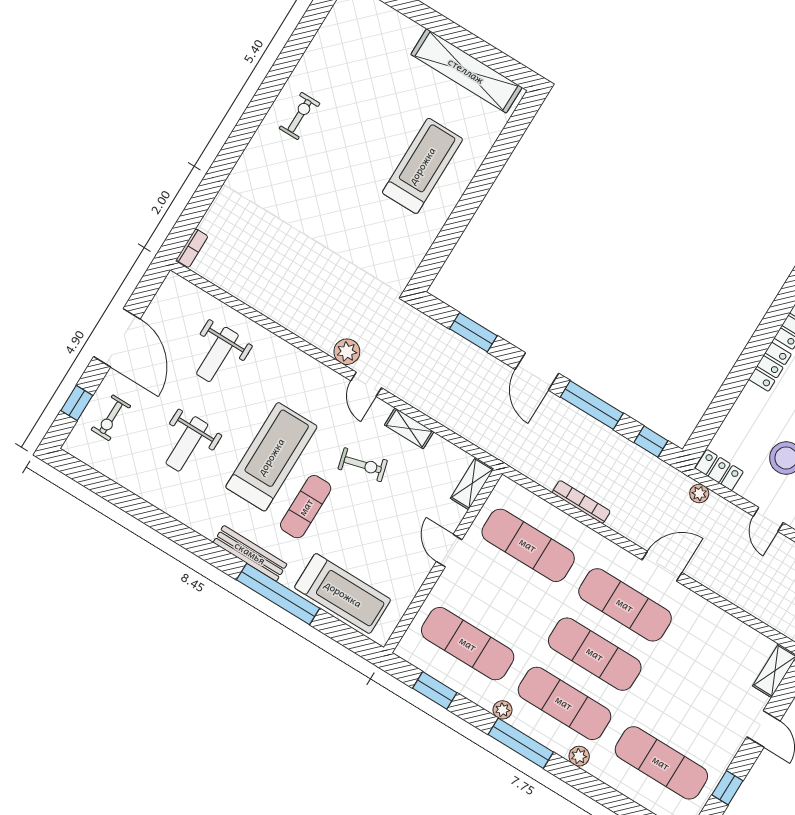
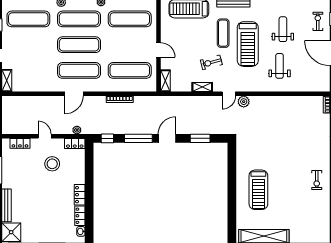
weight bench: (217, 354) -> (280, 66), moved
door: (537, 371) -> (167, 138), hinge flipped
door: (366, 384) -> (229, 94), swing flipped

